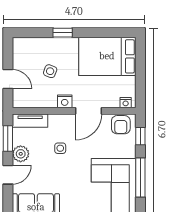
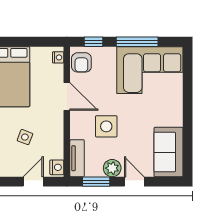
nightstand: (65, 101) -> (57, 167), moved
armchair: (121, 125) -> (81, 62), turned 90
side table: (60, 148) -> (106, 126), width x1.87, depth x1.87

